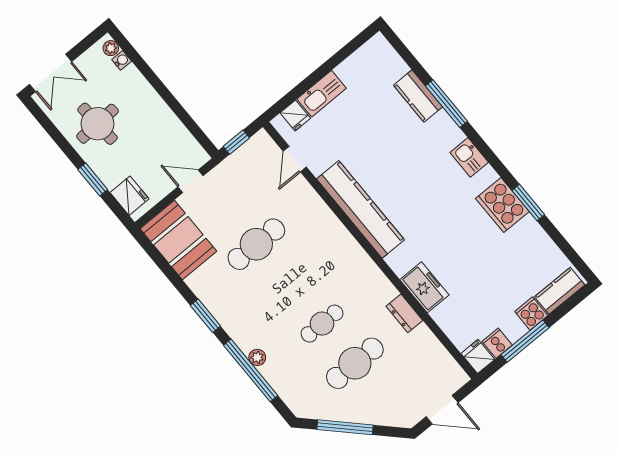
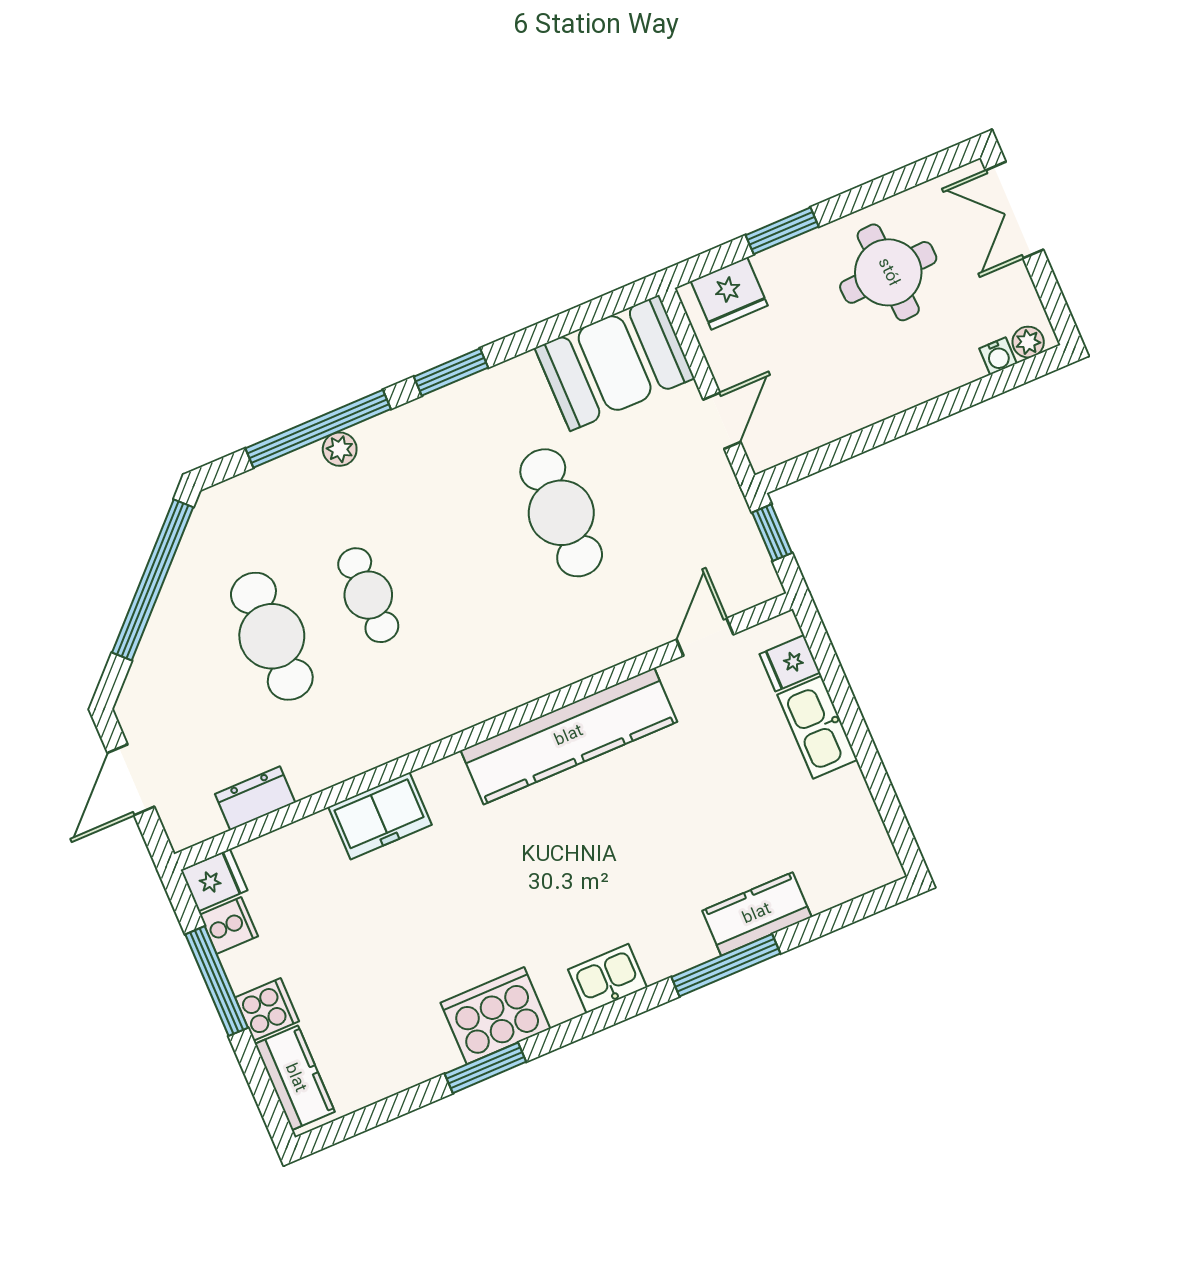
door: (295, 159) -> (705, 637), hinge flipped
dresser: (404, 313) -> (255, 798), moved
window: (345, 427) -> (153, 580), width x1.46

